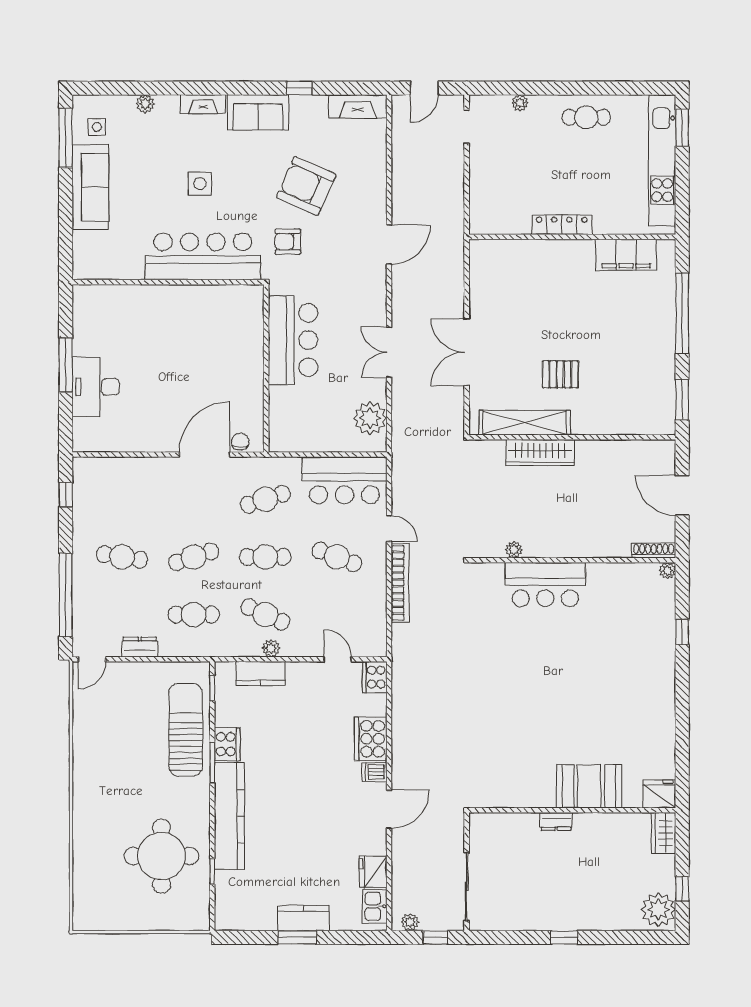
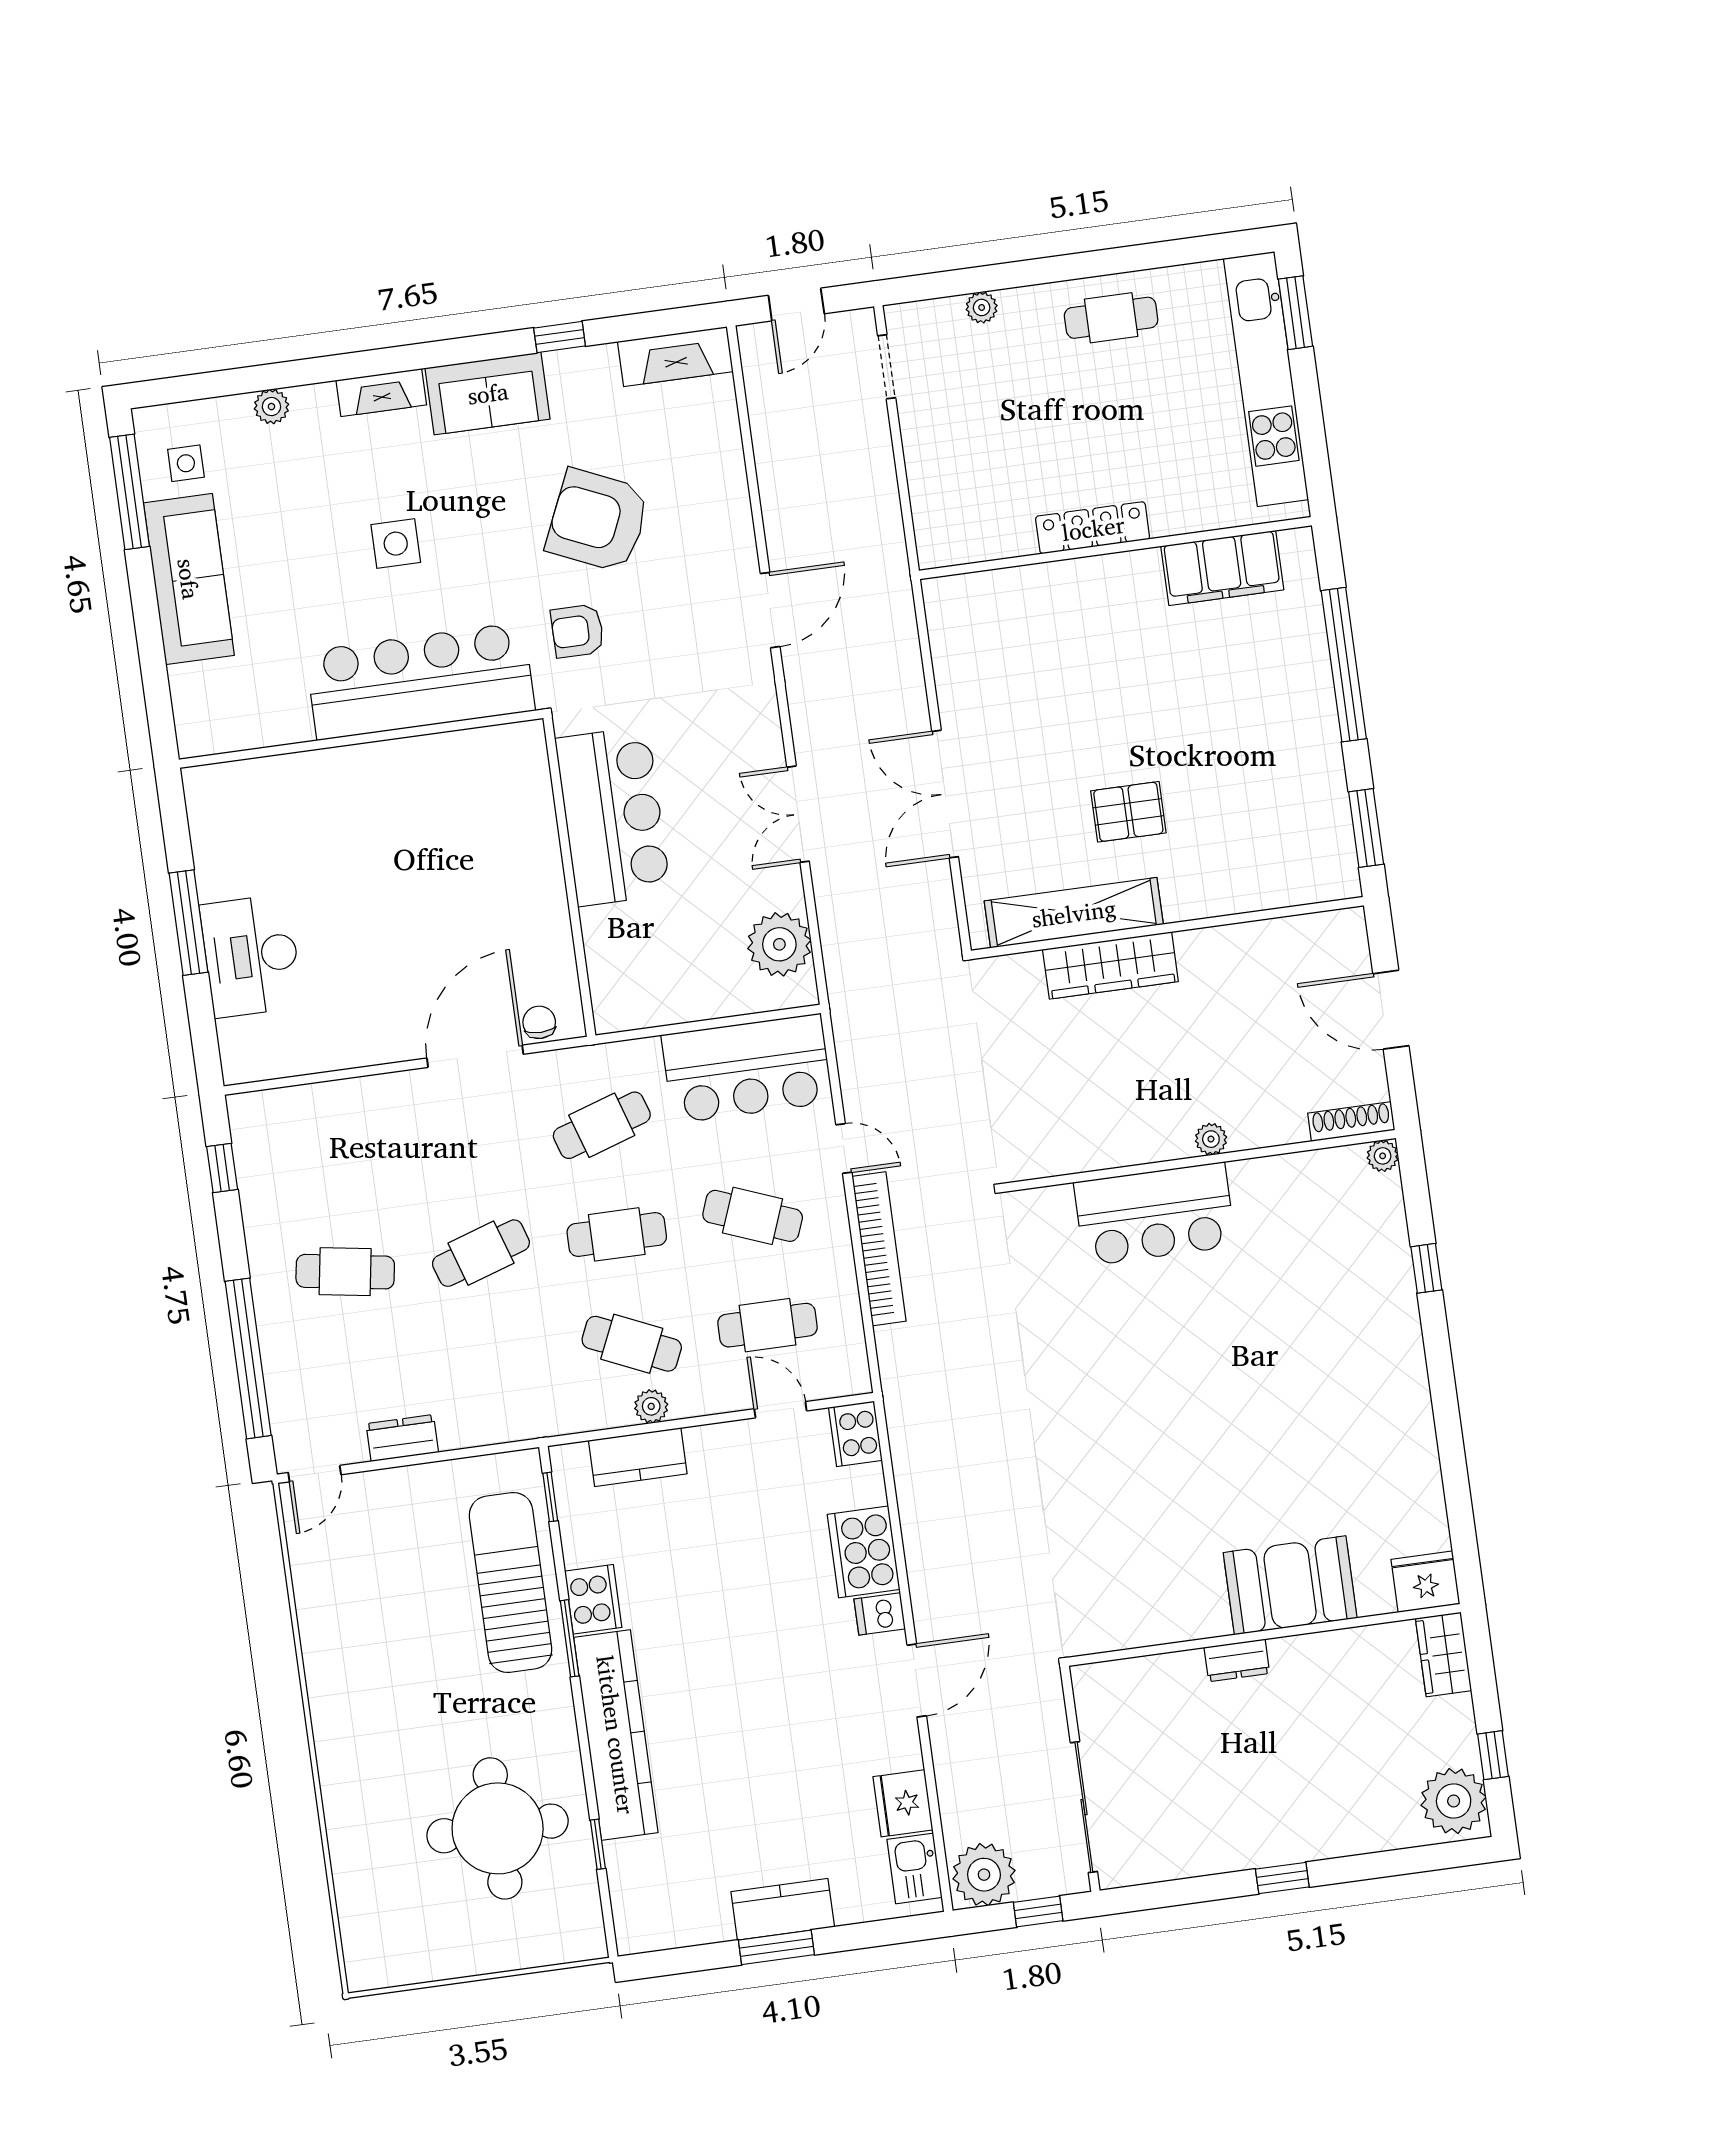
plant: (514, 550) -> (1211, 1139), moved
cafe table: (194, 615) -> (767, 1325), moved
plant: (410, 922) -> (984, 1875), width x1.88, depth x1.88

